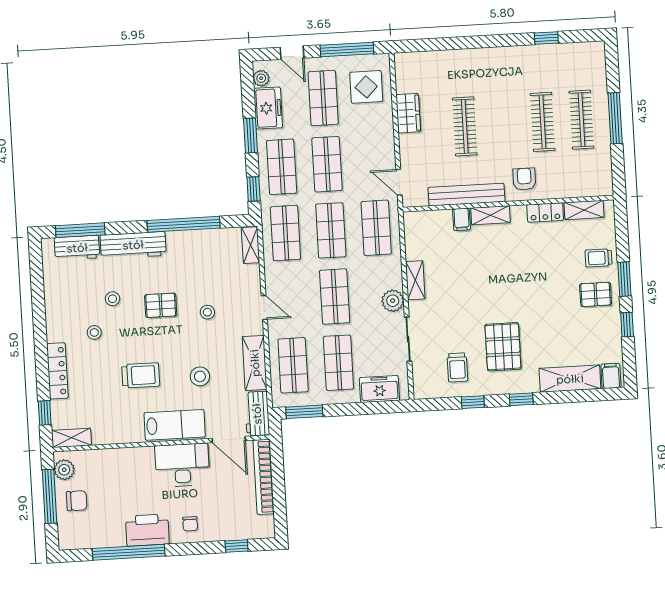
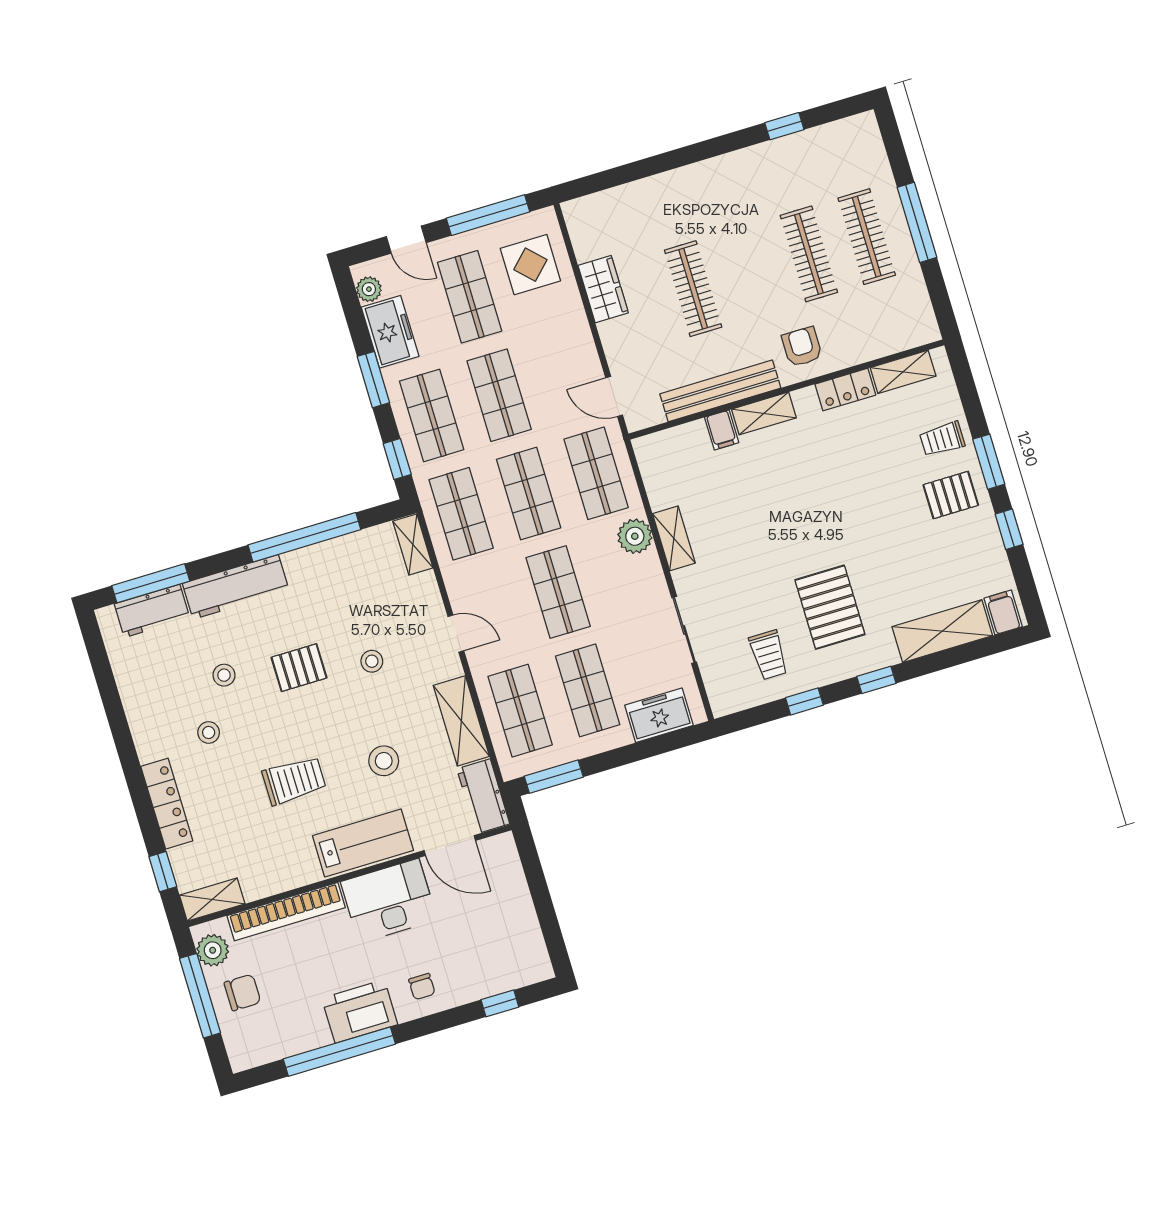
plant: (393, 301) -> (635, 536), moved
bookcase: (264, 477) -> (286, 912), moved, turned -90

